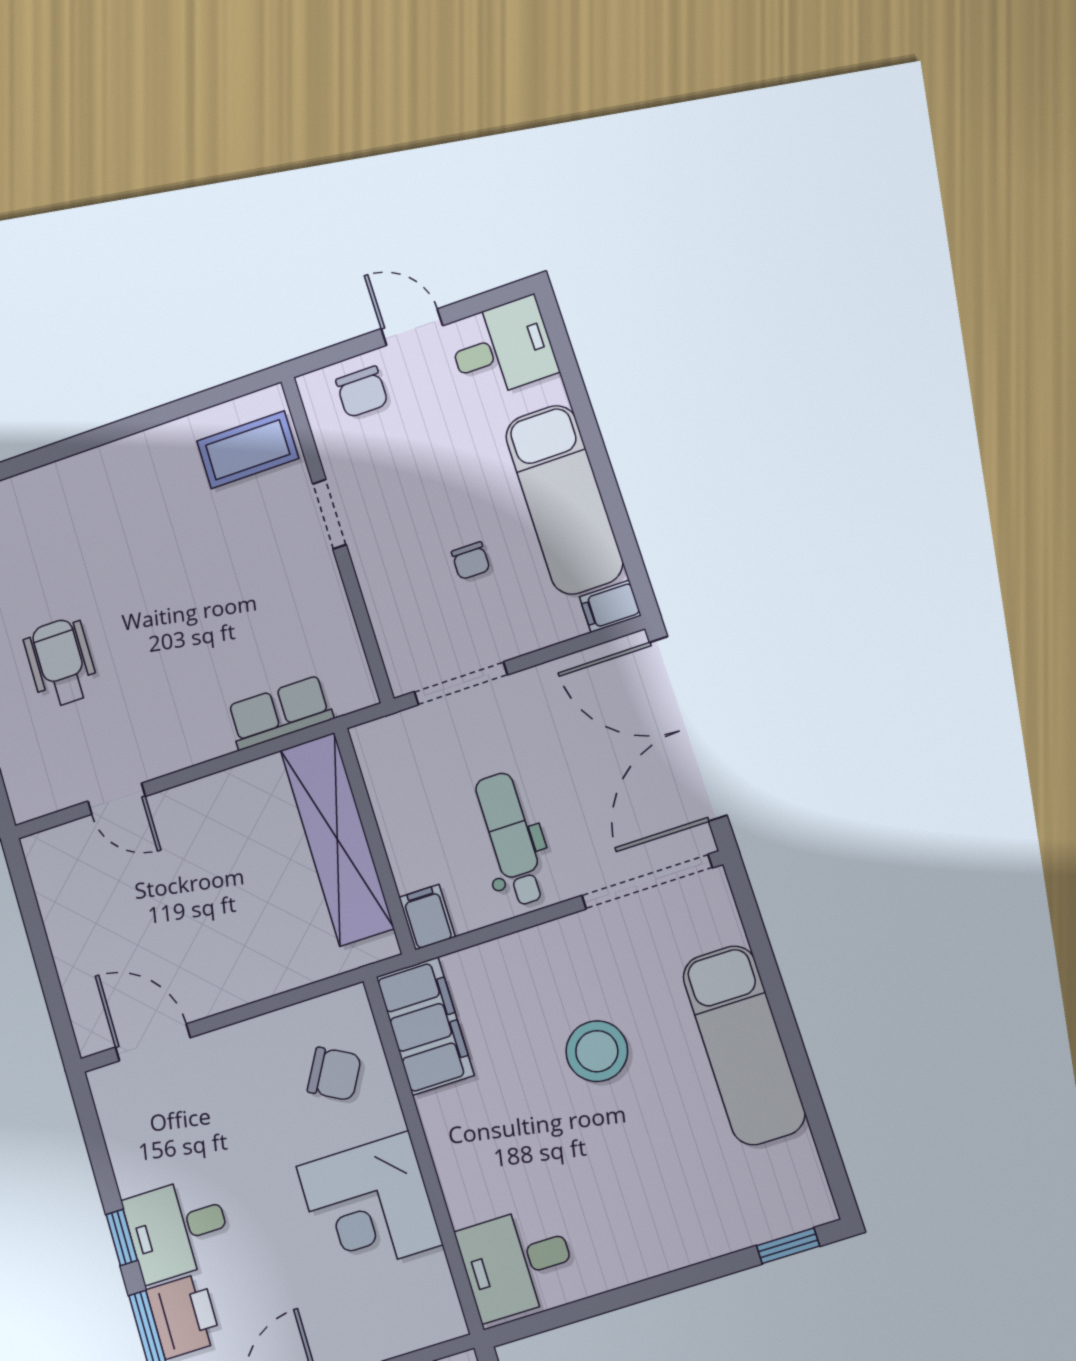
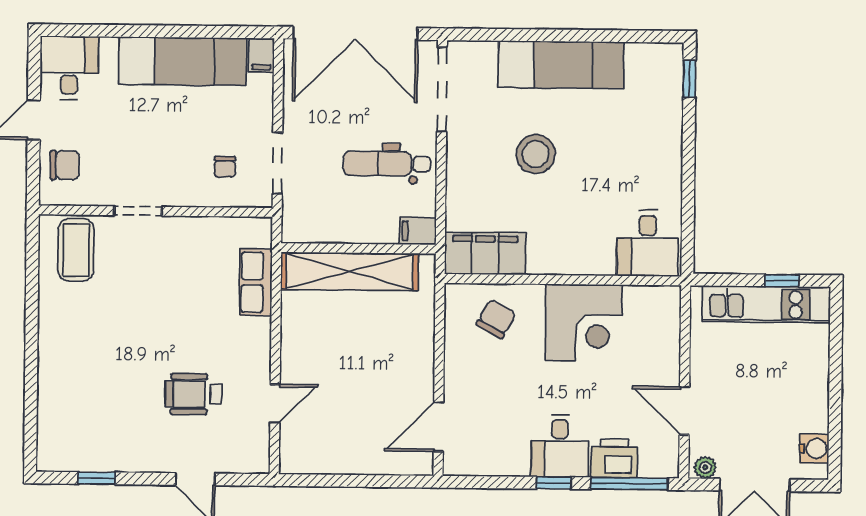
chair: (471, 561) -> (225, 167), moved, turned 90
wheelchair: (61, 662) -> (193, 394), moved

